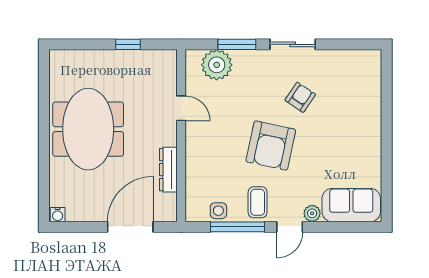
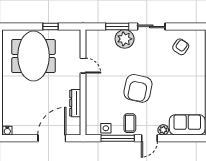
plant: (217, 65) -> (125, 39), moved
armchair: (300, 97) -> (181, 47), moved
meeting table: (88, 129) -> (33, 56), moved

